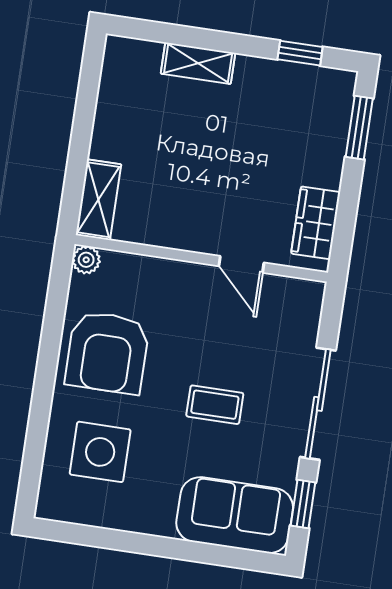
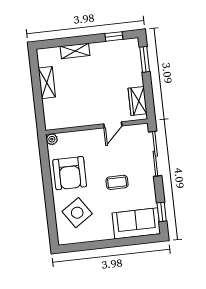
shelving: (98, 200) -> (47, 83), moved
door: (241, 264) -> (113, 125), hinge flipped
sliding door: (318, 404) -> (155, 154), moved
side table: (100, 452) -> (77, 213), turned -34

